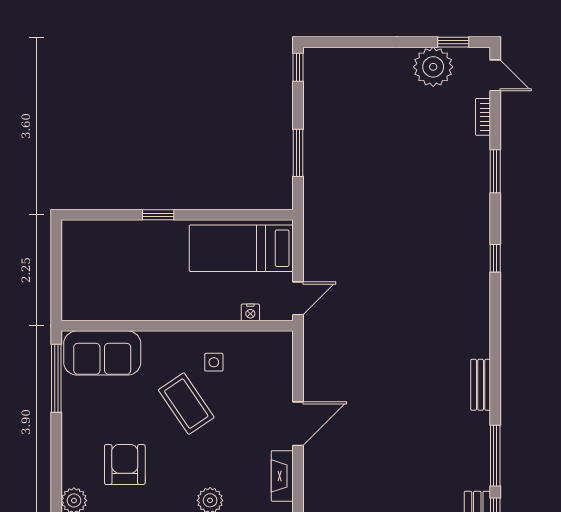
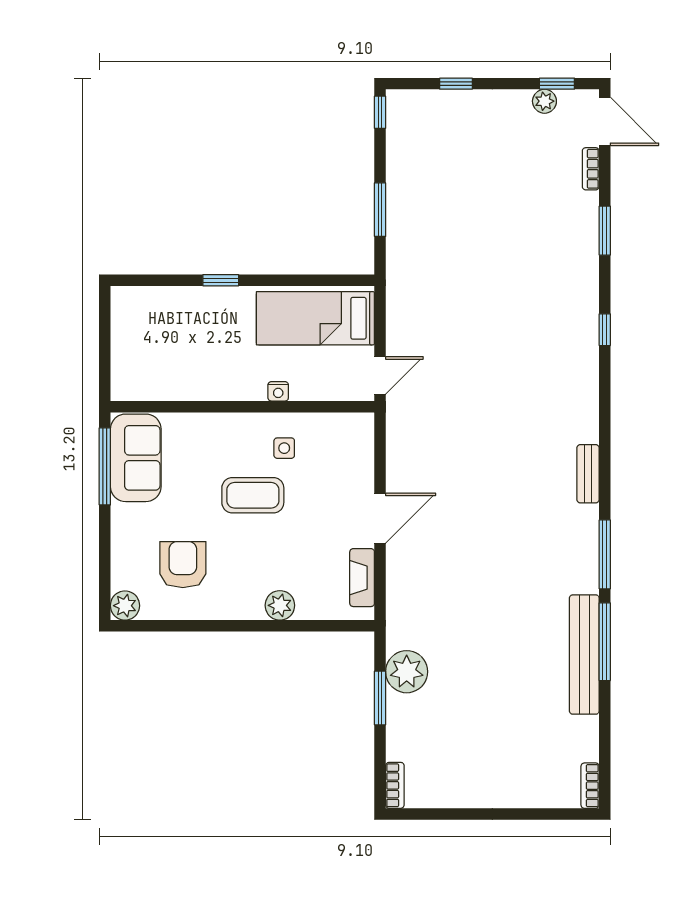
window: (365, 42) -> (456, 84), added
plant: (433, 67) -> (544, 101), width x0.53, depth x0.53
door: (495, 75) -> (605, 121), width x1.38
nightstand: (250, 312) -> (278, 391), moved
sofa: (102, 353) -> (136, 458), moved, turned -90
coffee table: (186, 404) -> (253, 495), turned -56

